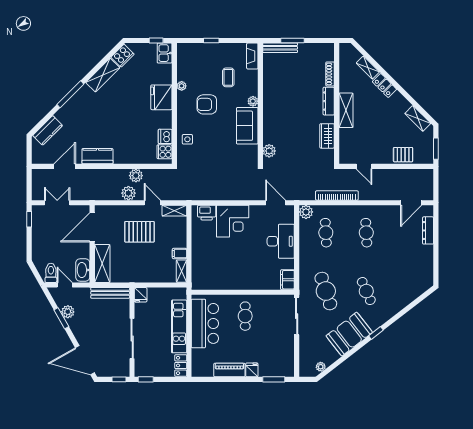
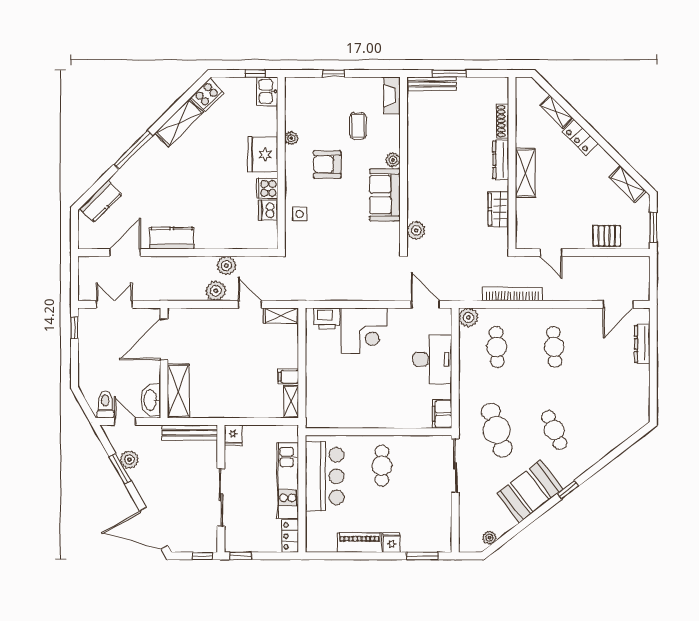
cooker: (165, 152) -> (267, 188), moved
pallet: (139, 232) -> (231, 346), removed

